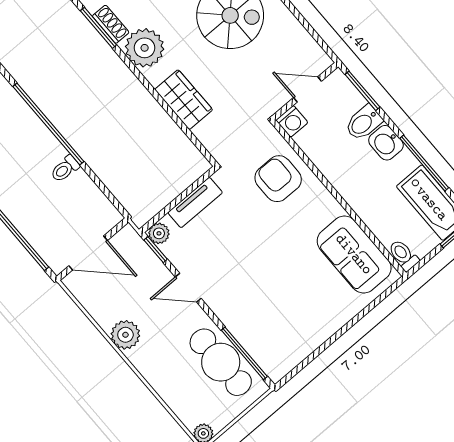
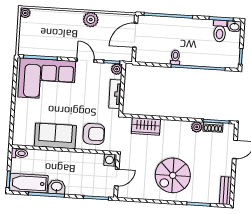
plant: (145, 48) -> (197, 127), width x0.53, depth x0.53
wardrobe: (184, 100) -> (146, 126), moved
bidet: (363, 123) -> (84, 186), removed
washbasin: (386, 143) -> (57, 187), moved
sofa: (354, 254) -> (55, 136), moved
door: (188, 288) -> (86, 60), hinge flipped
corner sofa: (266, 316) -> (47, 79), added
cafe table: (221, 362) -> (46, 45), removed

